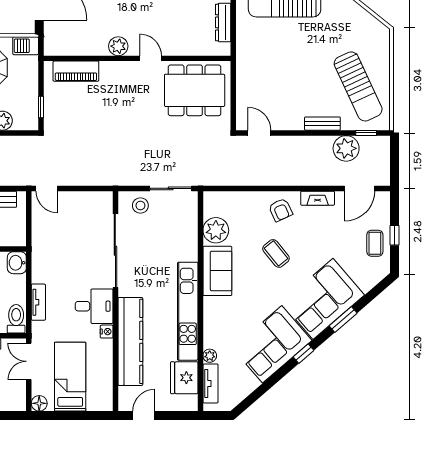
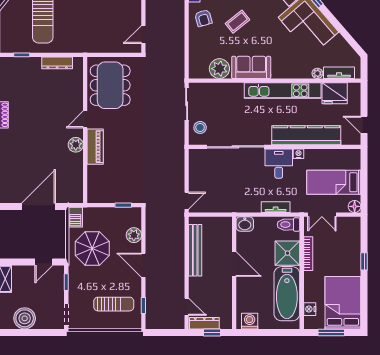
piano: (76, 71) -> (95, 147), moved
armchair: (281, 210) -> (203, 18), turned 99

